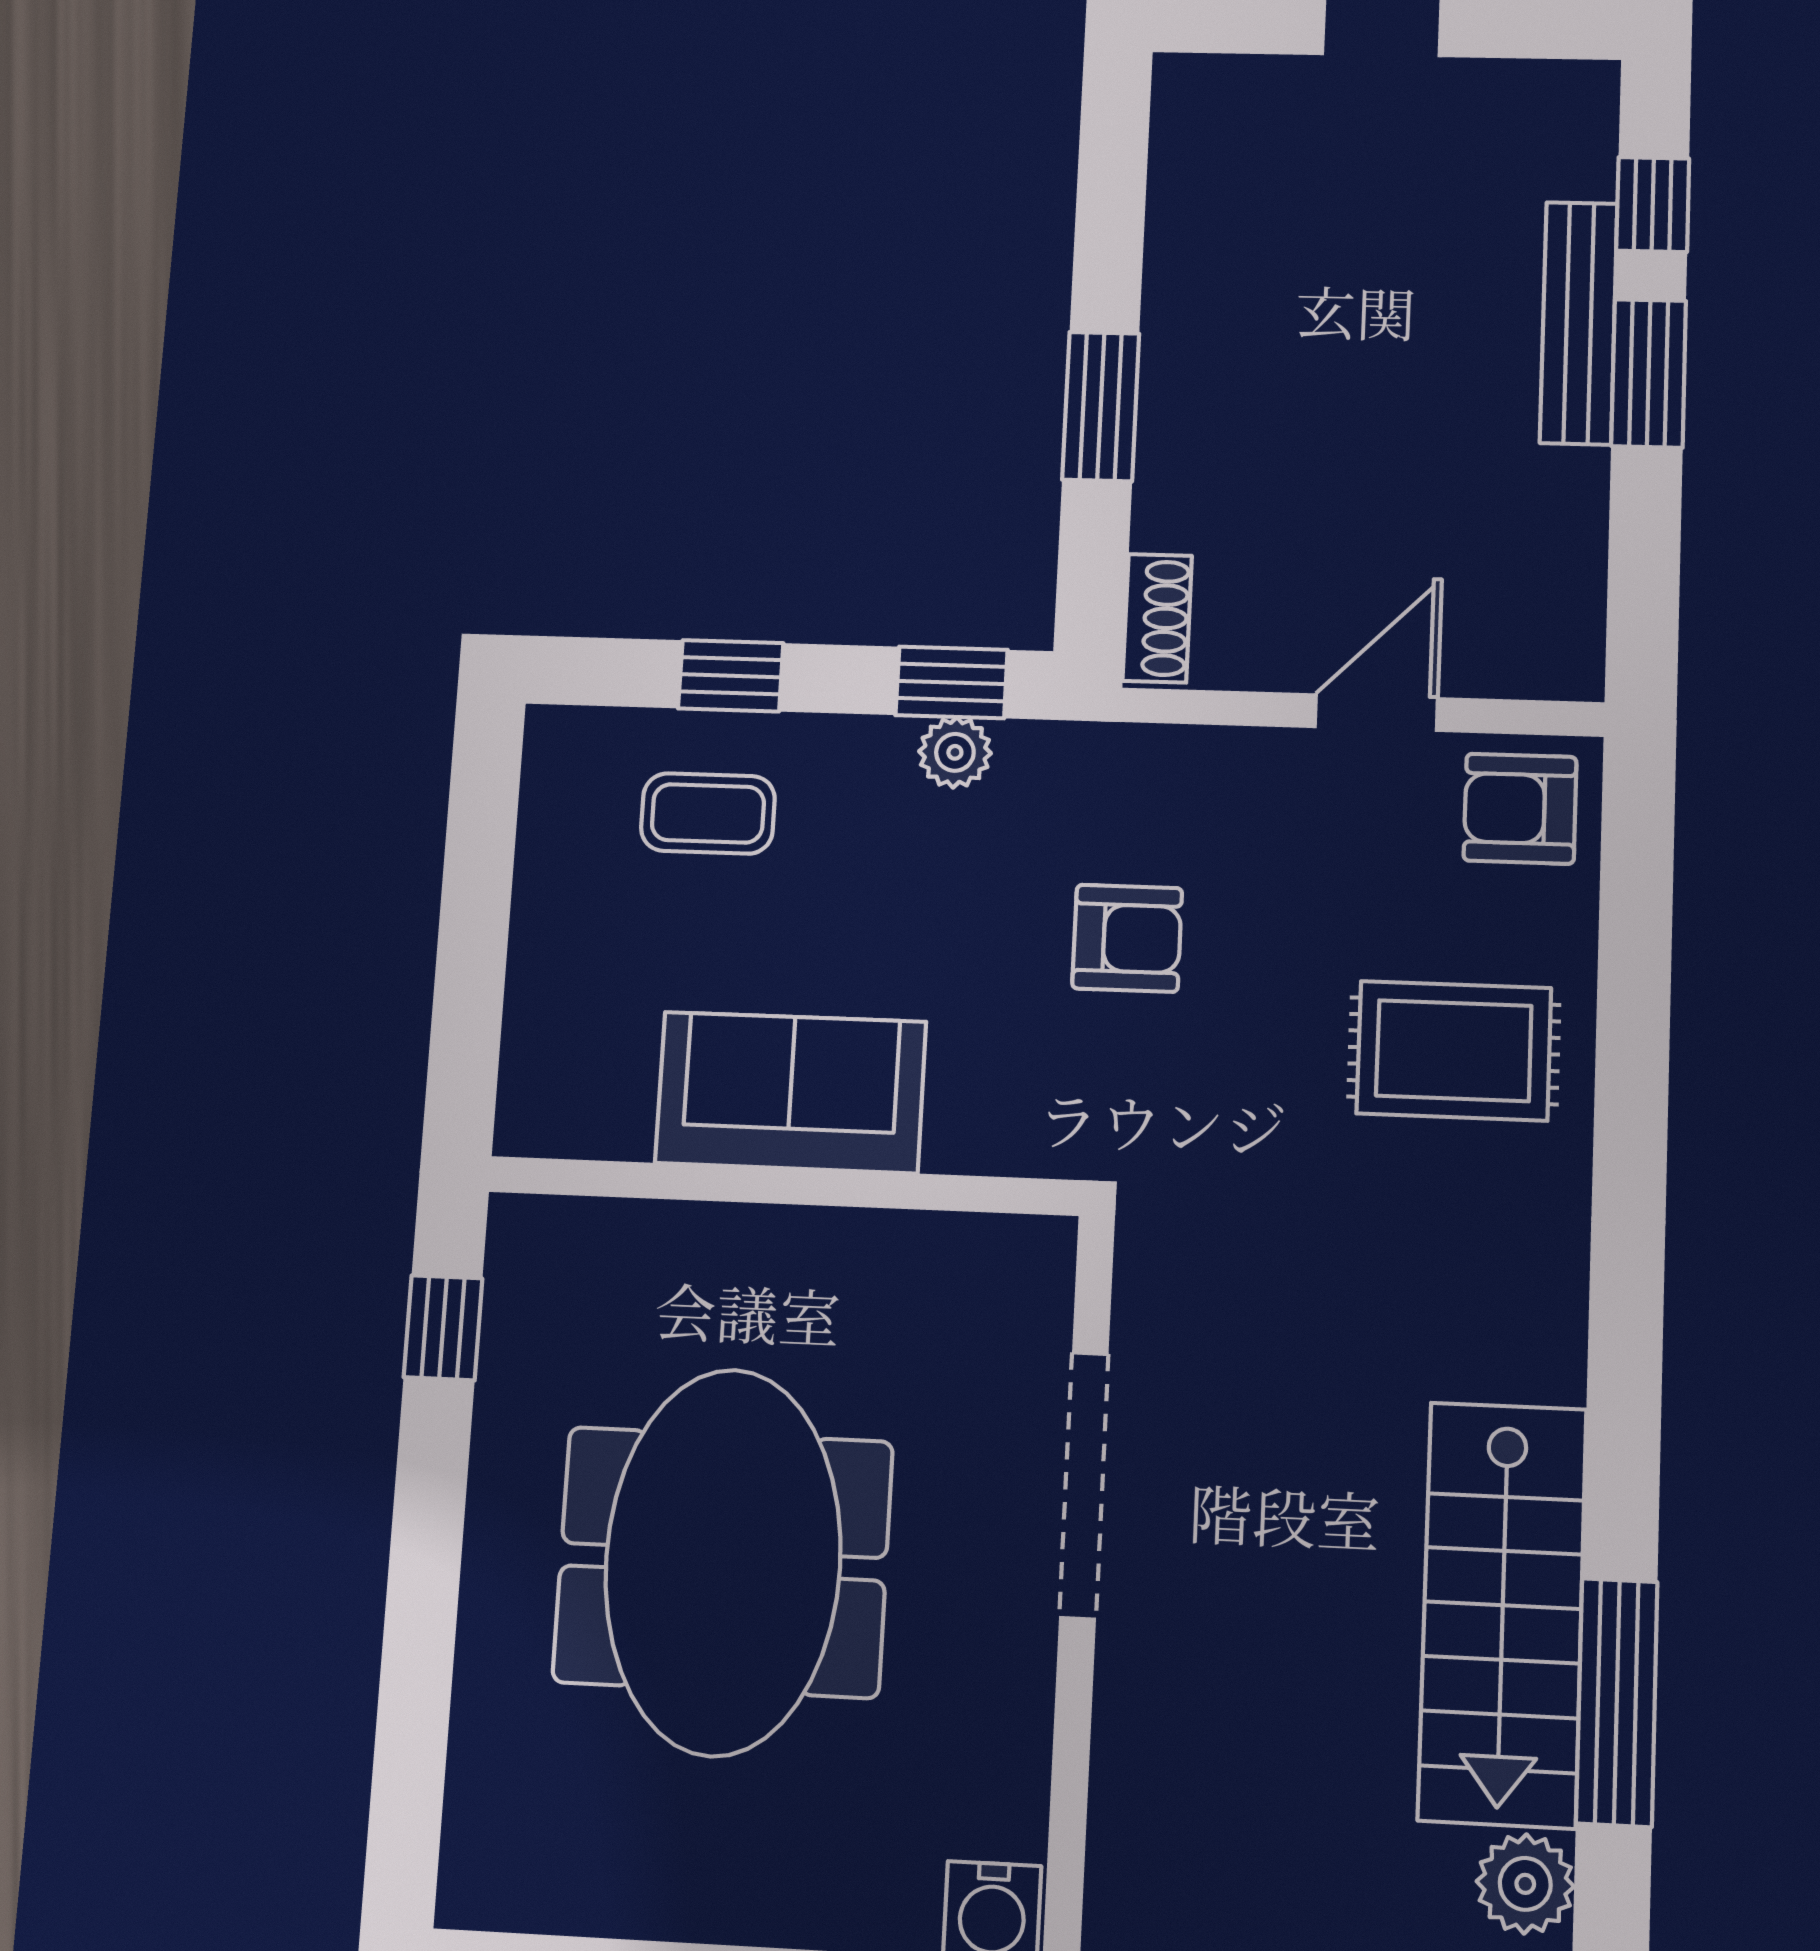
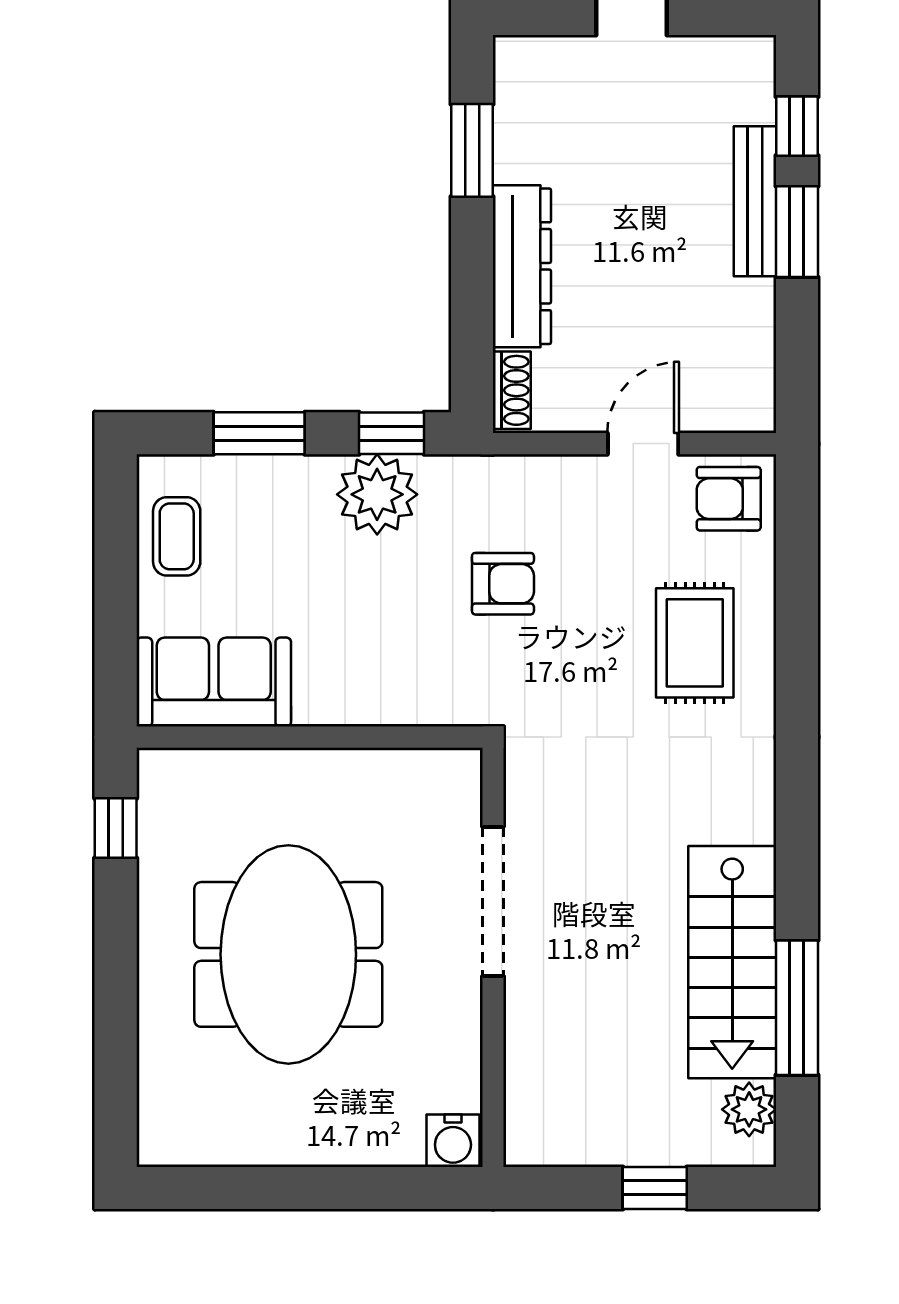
window: (1101, 406) -> (472, 150), moved
dresser: (1183, 418) -> (522, 266), added
window: (731, 676) -> (259, 433), width x1.50
plant: (955, 752) -> (377, 494), width x1.88, depth x1.88
coffee table: (708, 813) -> (177, 536), moved, turned 90
rug: (1454, 1051) -> (695, 643), turned 90
sofa: (791, 1092) -> (214, 682), moved

